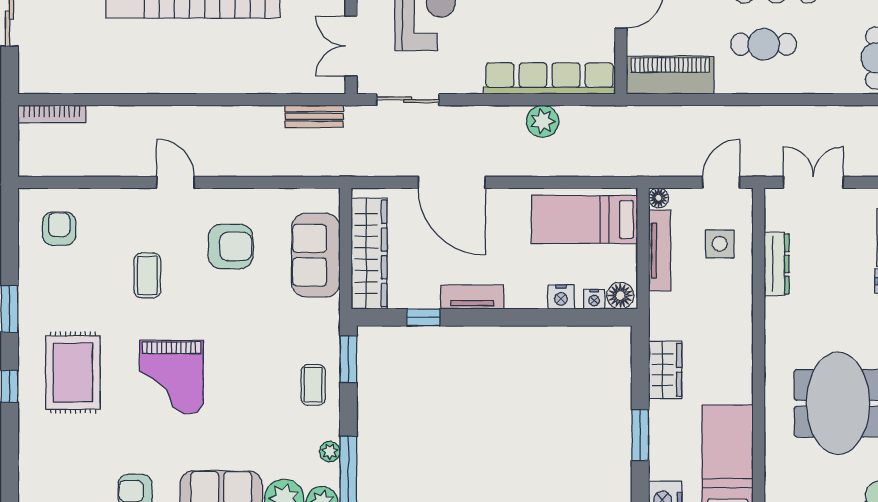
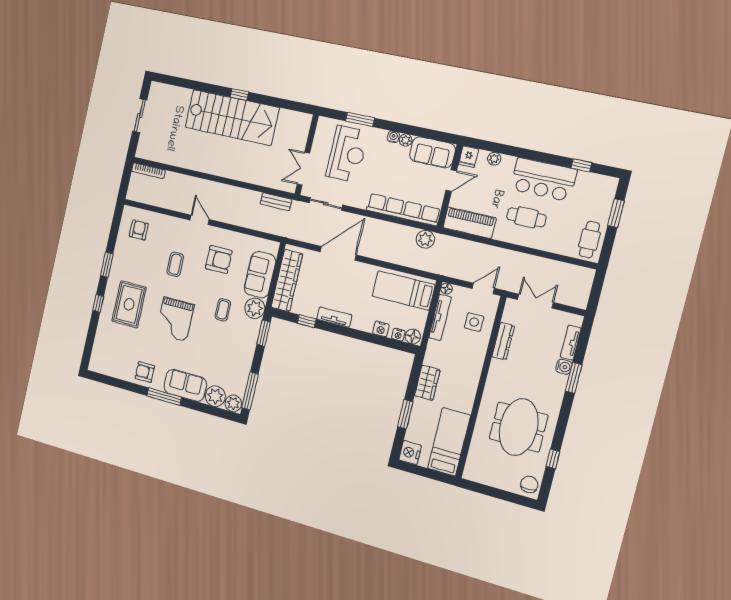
plant: (543, 121) -> (425, 239), moved
door: (452, 182) -> (338, 253), swing flipped
coffee table: (313, 385) -> (223, 310), moved
plant: (330, 452) -> (255, 308), moved, width x1.88, depth x1.88

